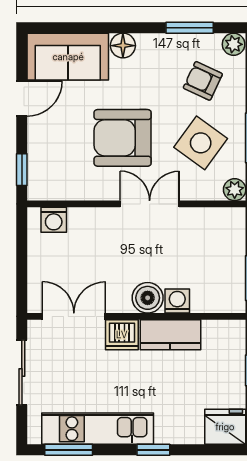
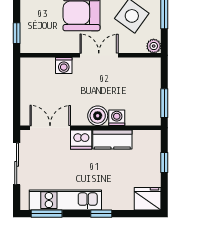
washing machine: (54, 220) -> (64, 65), moved

